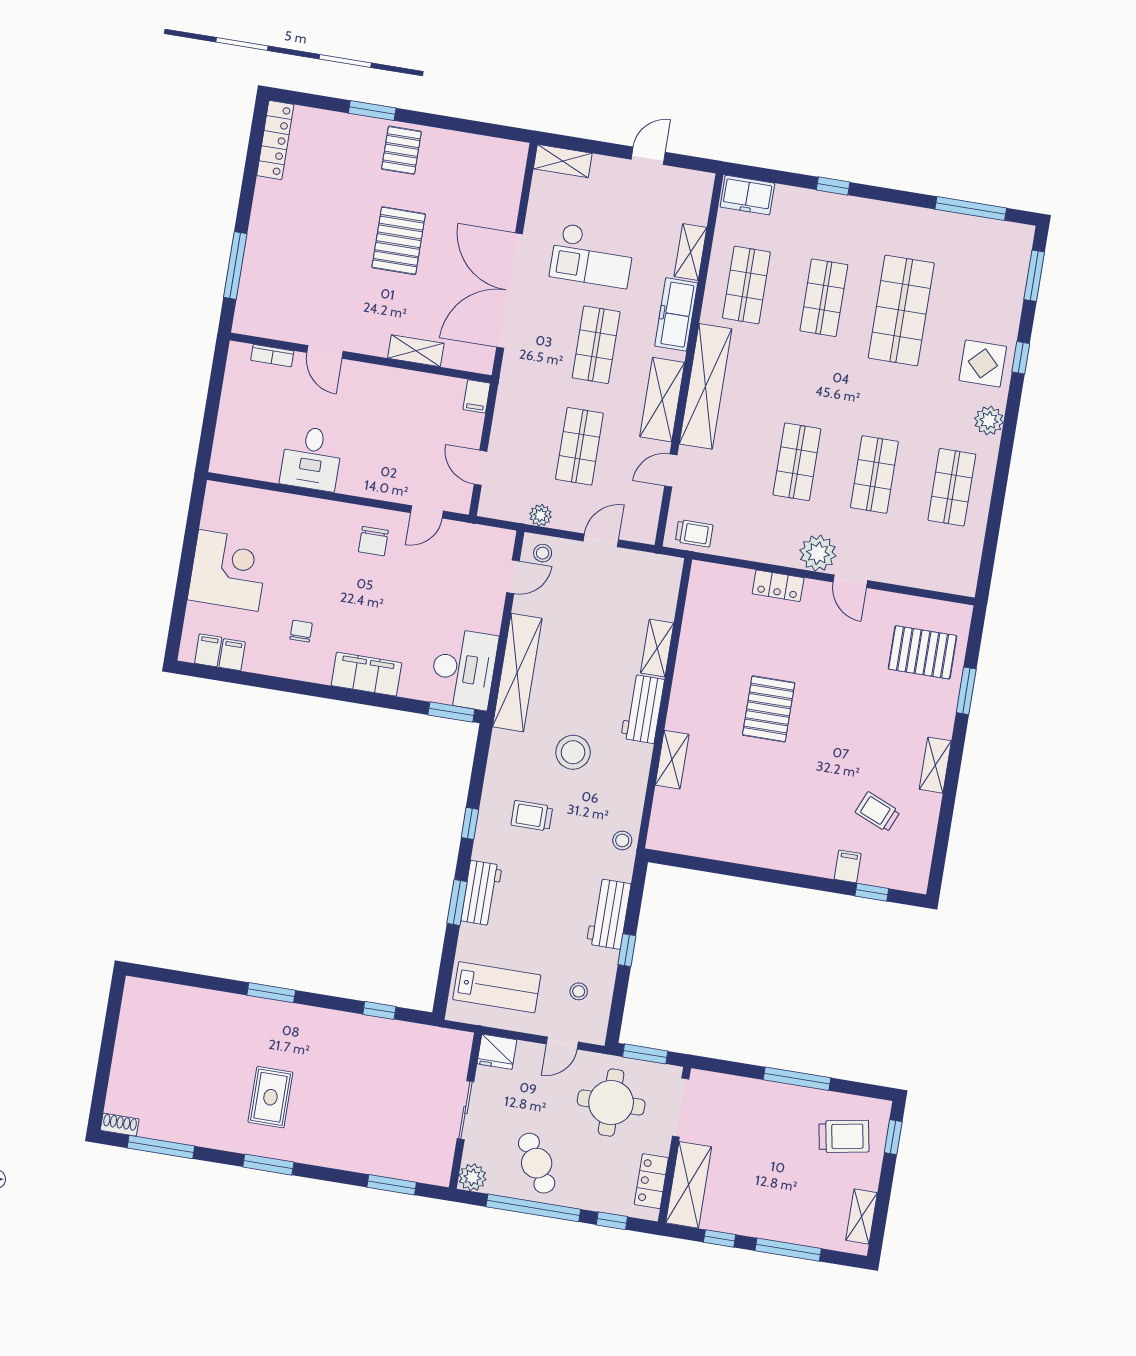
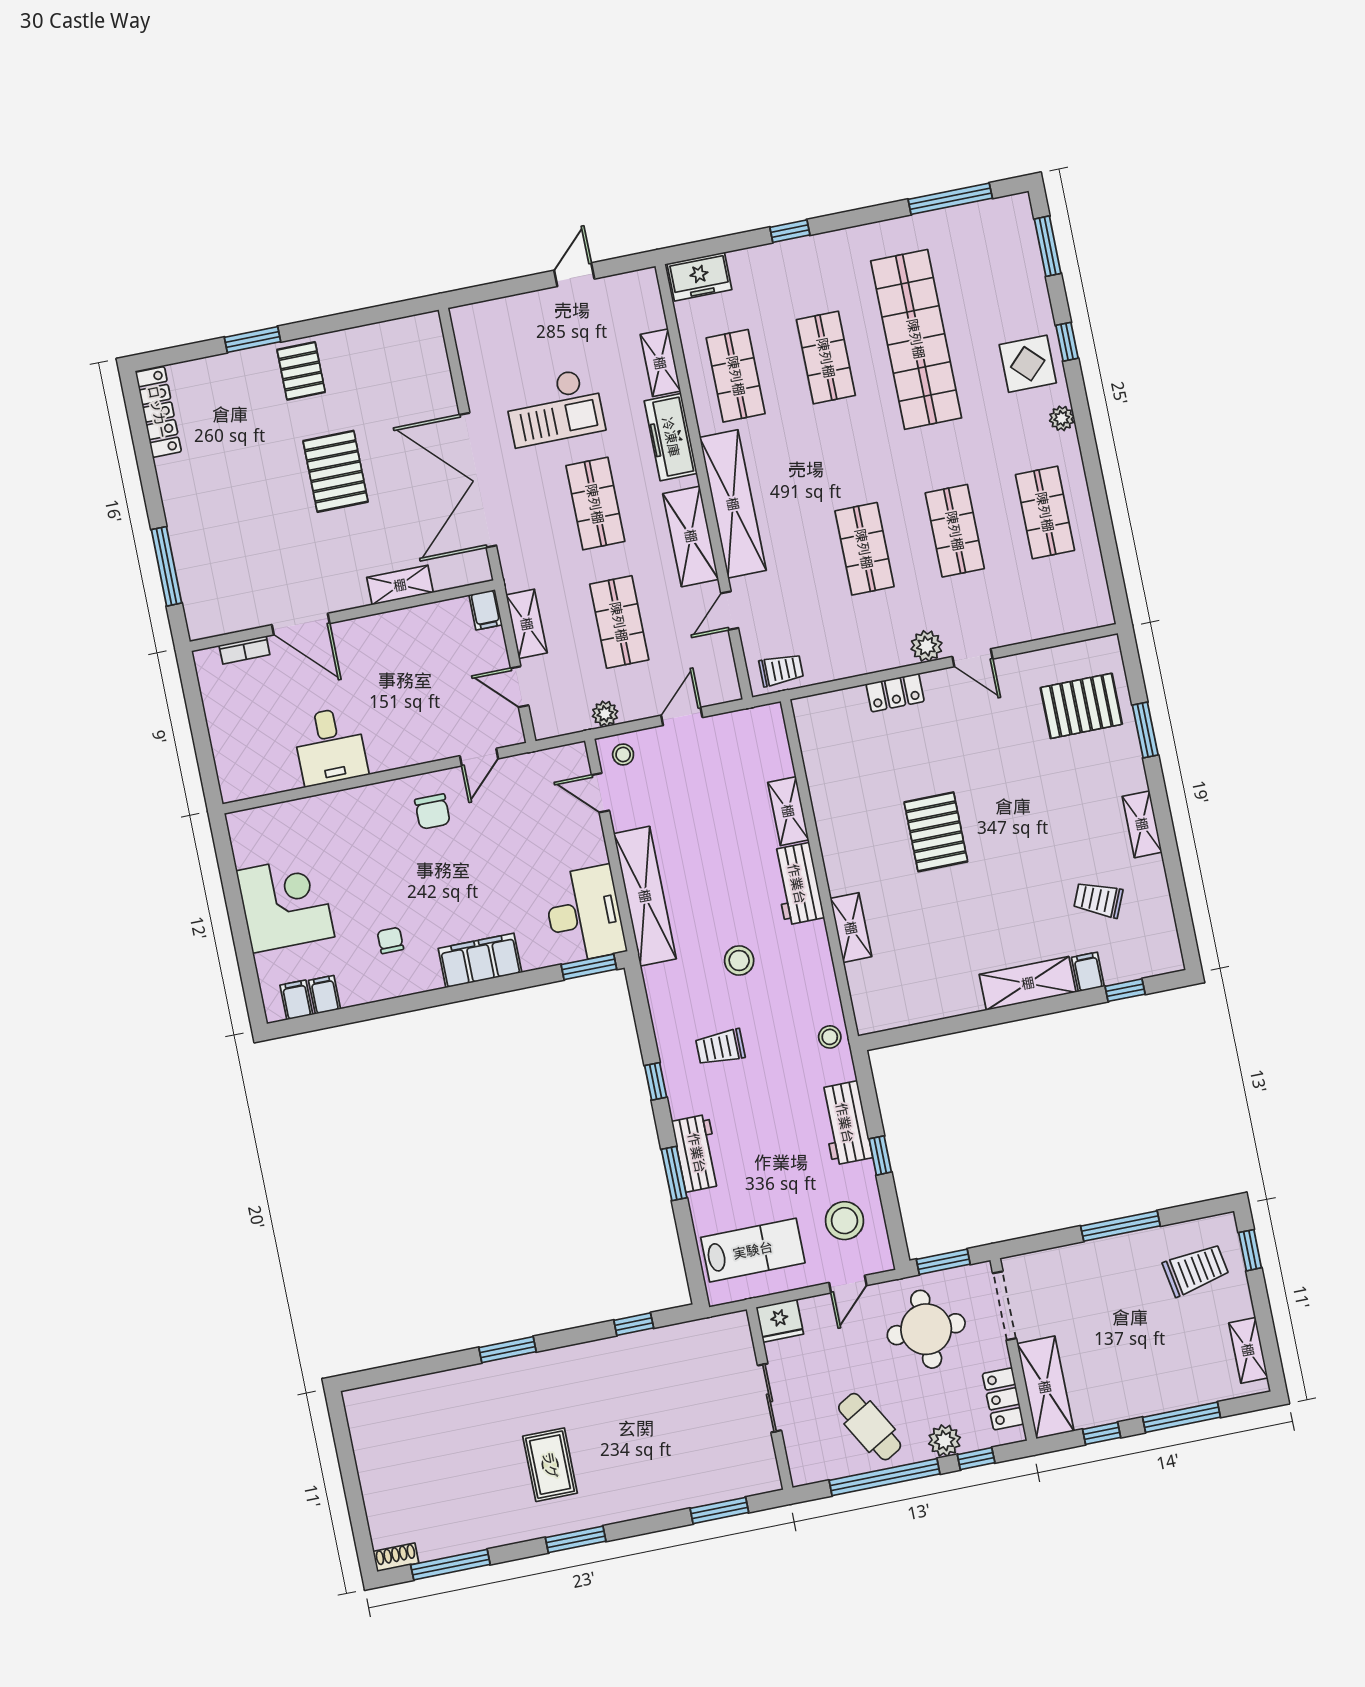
shelving: (563, 161) -> (527, 624), moved, turned 90
shop shelf: (901, 310) -> (916, 339), width x1.40
door: (325, 352) -> (301, 624), width x1.38
plant: (989, 421) -> (1062, 418), width x0.73, depth x0.73
plant: (818, 553) -> (927, 646), width x0.73, depth x0.73
door: (513, 577) -> (600, 793), swing flipped
stool: (573, 752) -> (739, 960), width x0.73, depth x0.73
shelving: (796, 857) -> (1028, 983), added
stool: (579, 991) -> (844, 1221), width x1.89, depth x1.89
plant: (472, 1177) -> (944, 1441), moved

